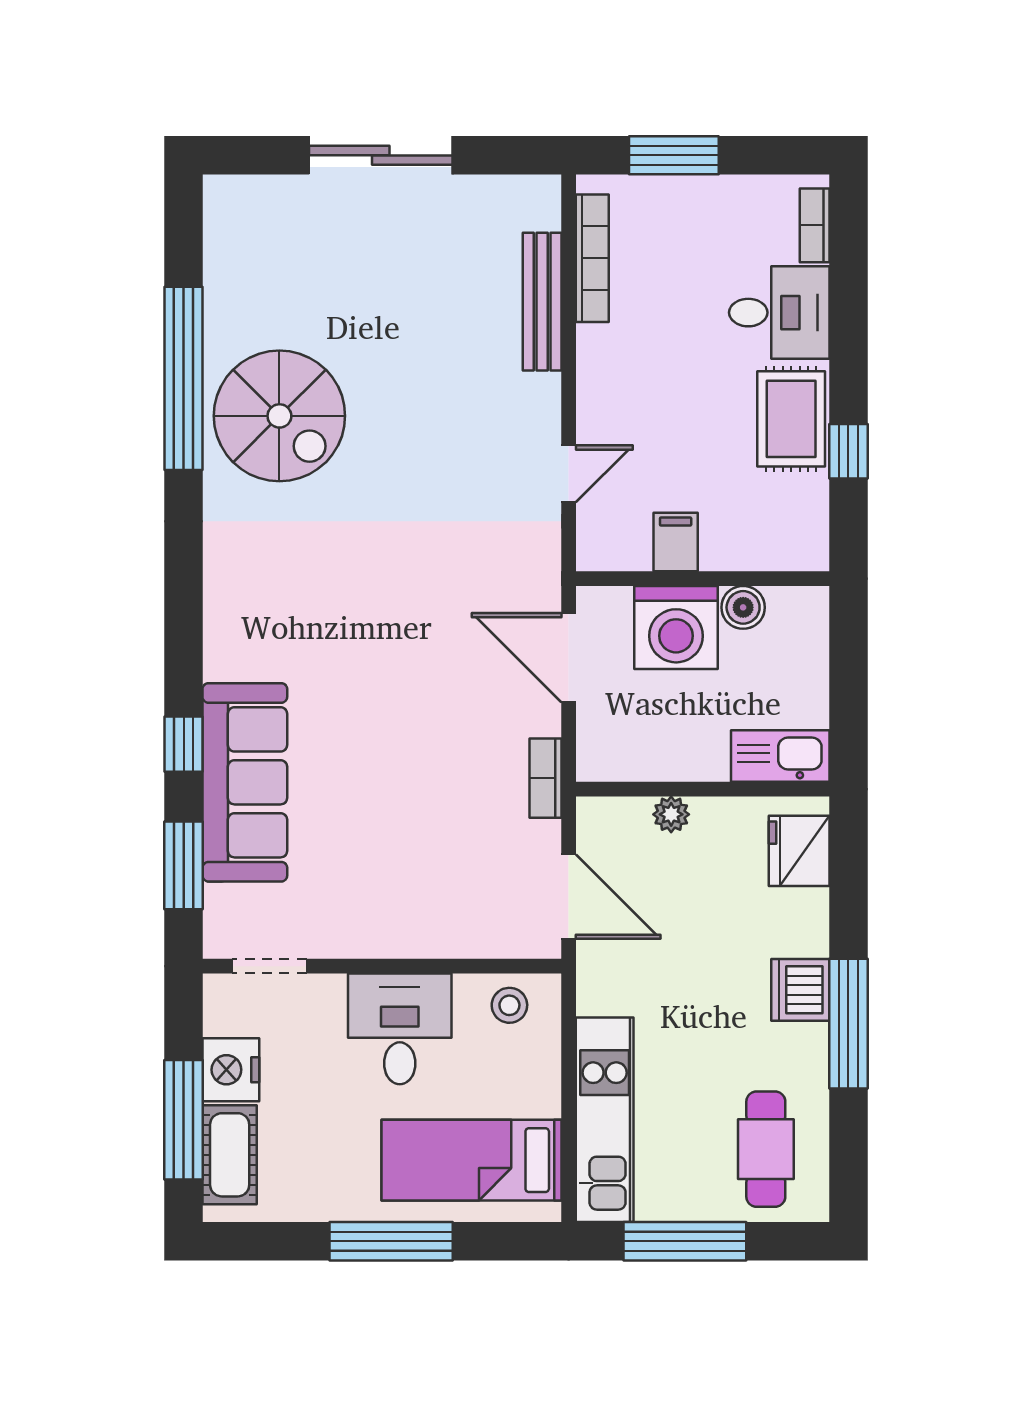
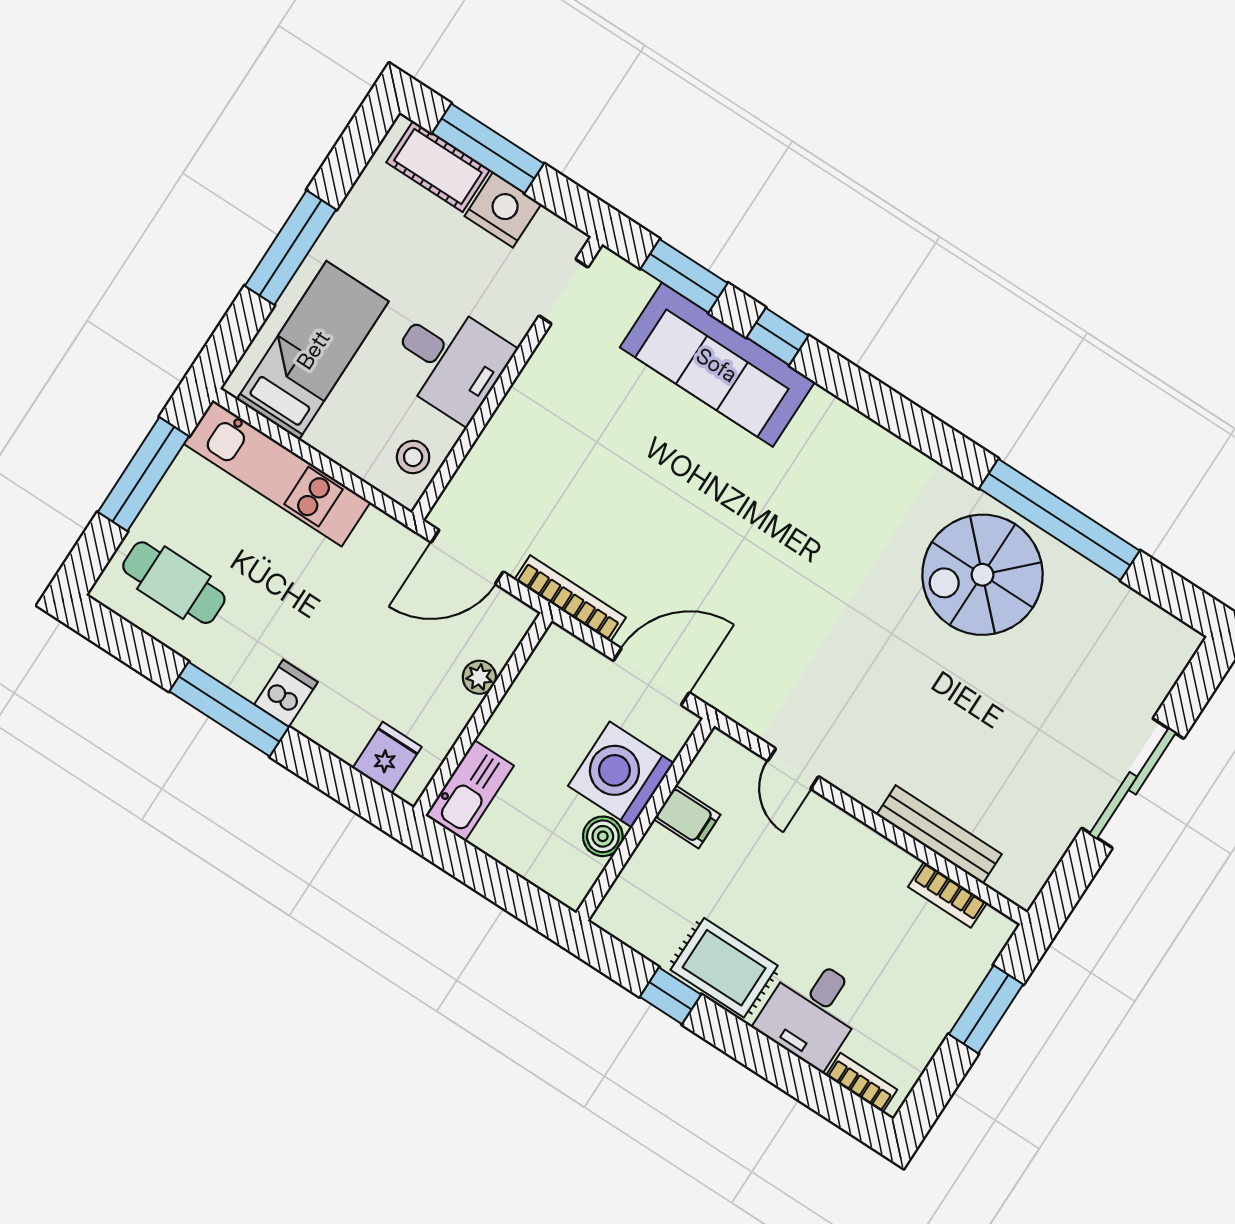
bookcase: (592, 258) -> (948, 895), width x0.64
bookcase: (546, 778) -> (570, 599), width x1.56
fridge: (799, 851) -> (387, 758), width x0.72
dishwasher: (800, 990) -> (286, 693), width x0.73

